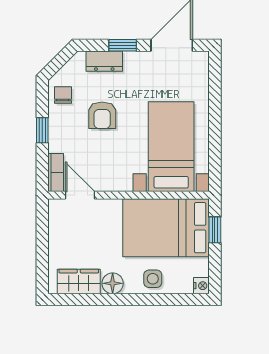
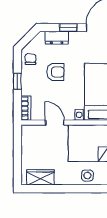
armchair: (102, 115) -> (55, 72), turned -90
door: (80, 195) -> (55, 123), moved
floor lamp: (113, 283) -> (62, 179), removed

